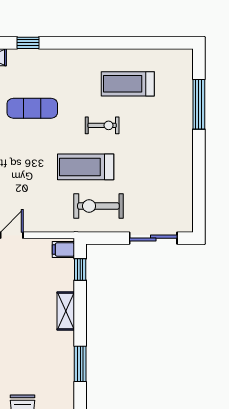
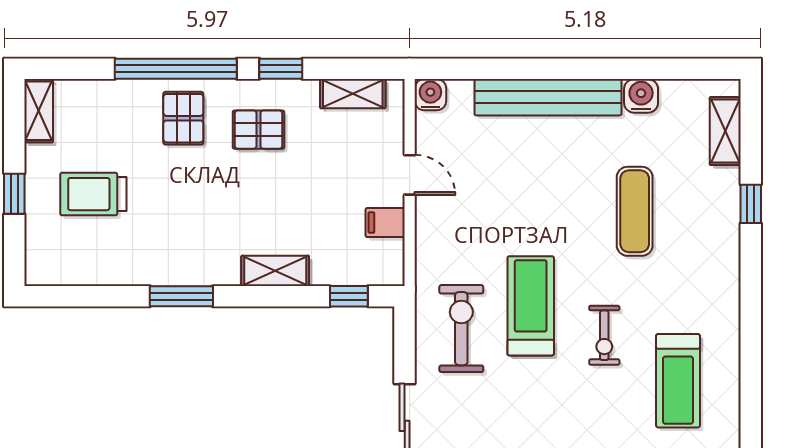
treadmill: (128, 84) -> (678, 381), turned 180
filing cabinet: (63, 249) -> (385, 223), moved, turned -90

